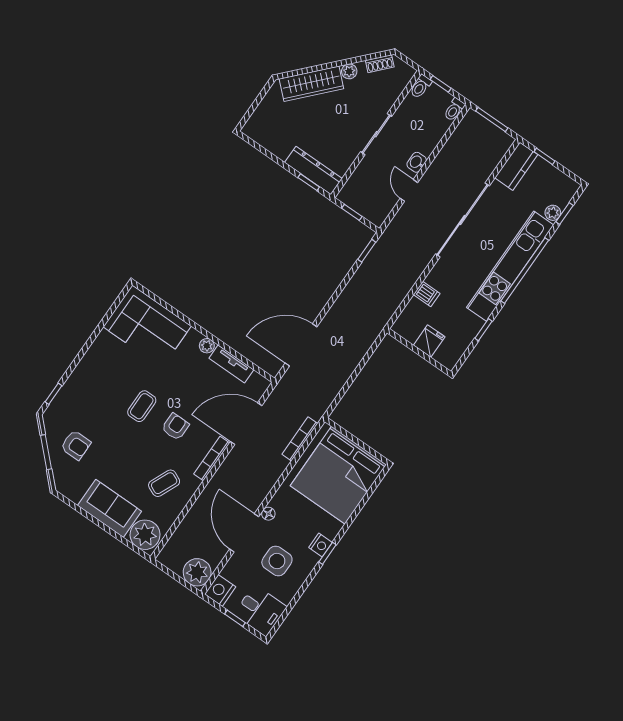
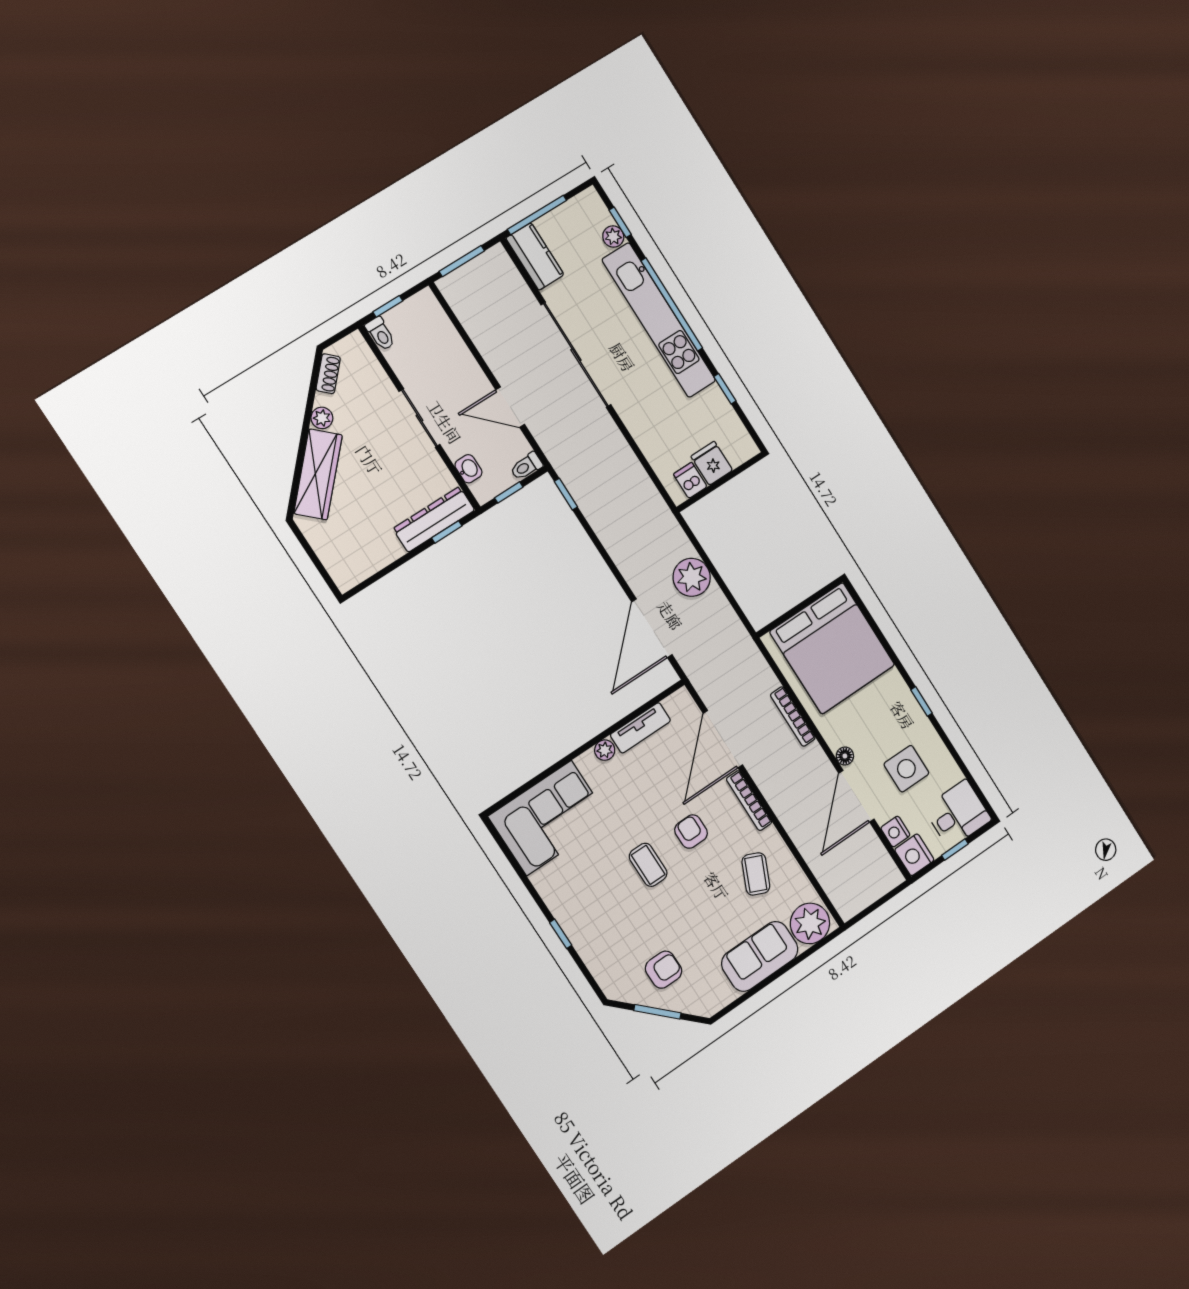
toilet: (454, 110) -> (526, 466), moved, turned 90
window: (545, 156) -> (537, 215), width x2.17
washbasin: (417, 162) -> (468, 469), moved, turned 180
door: (409, 190) -> (510, 407), width x1.38
dishwasher: (427, 294) -> (690, 480), moved, turned -90
window: (53, 394) -> (561, 934), moved
bookcase: (300, 439) -> (793, 717), moved
door: (244, 533) -> (856, 796), hinge flipped
nightstand: (320, 545) -> (895, 832), moved, turned 180
plant: (197, 572) -> (692, 577), moved

